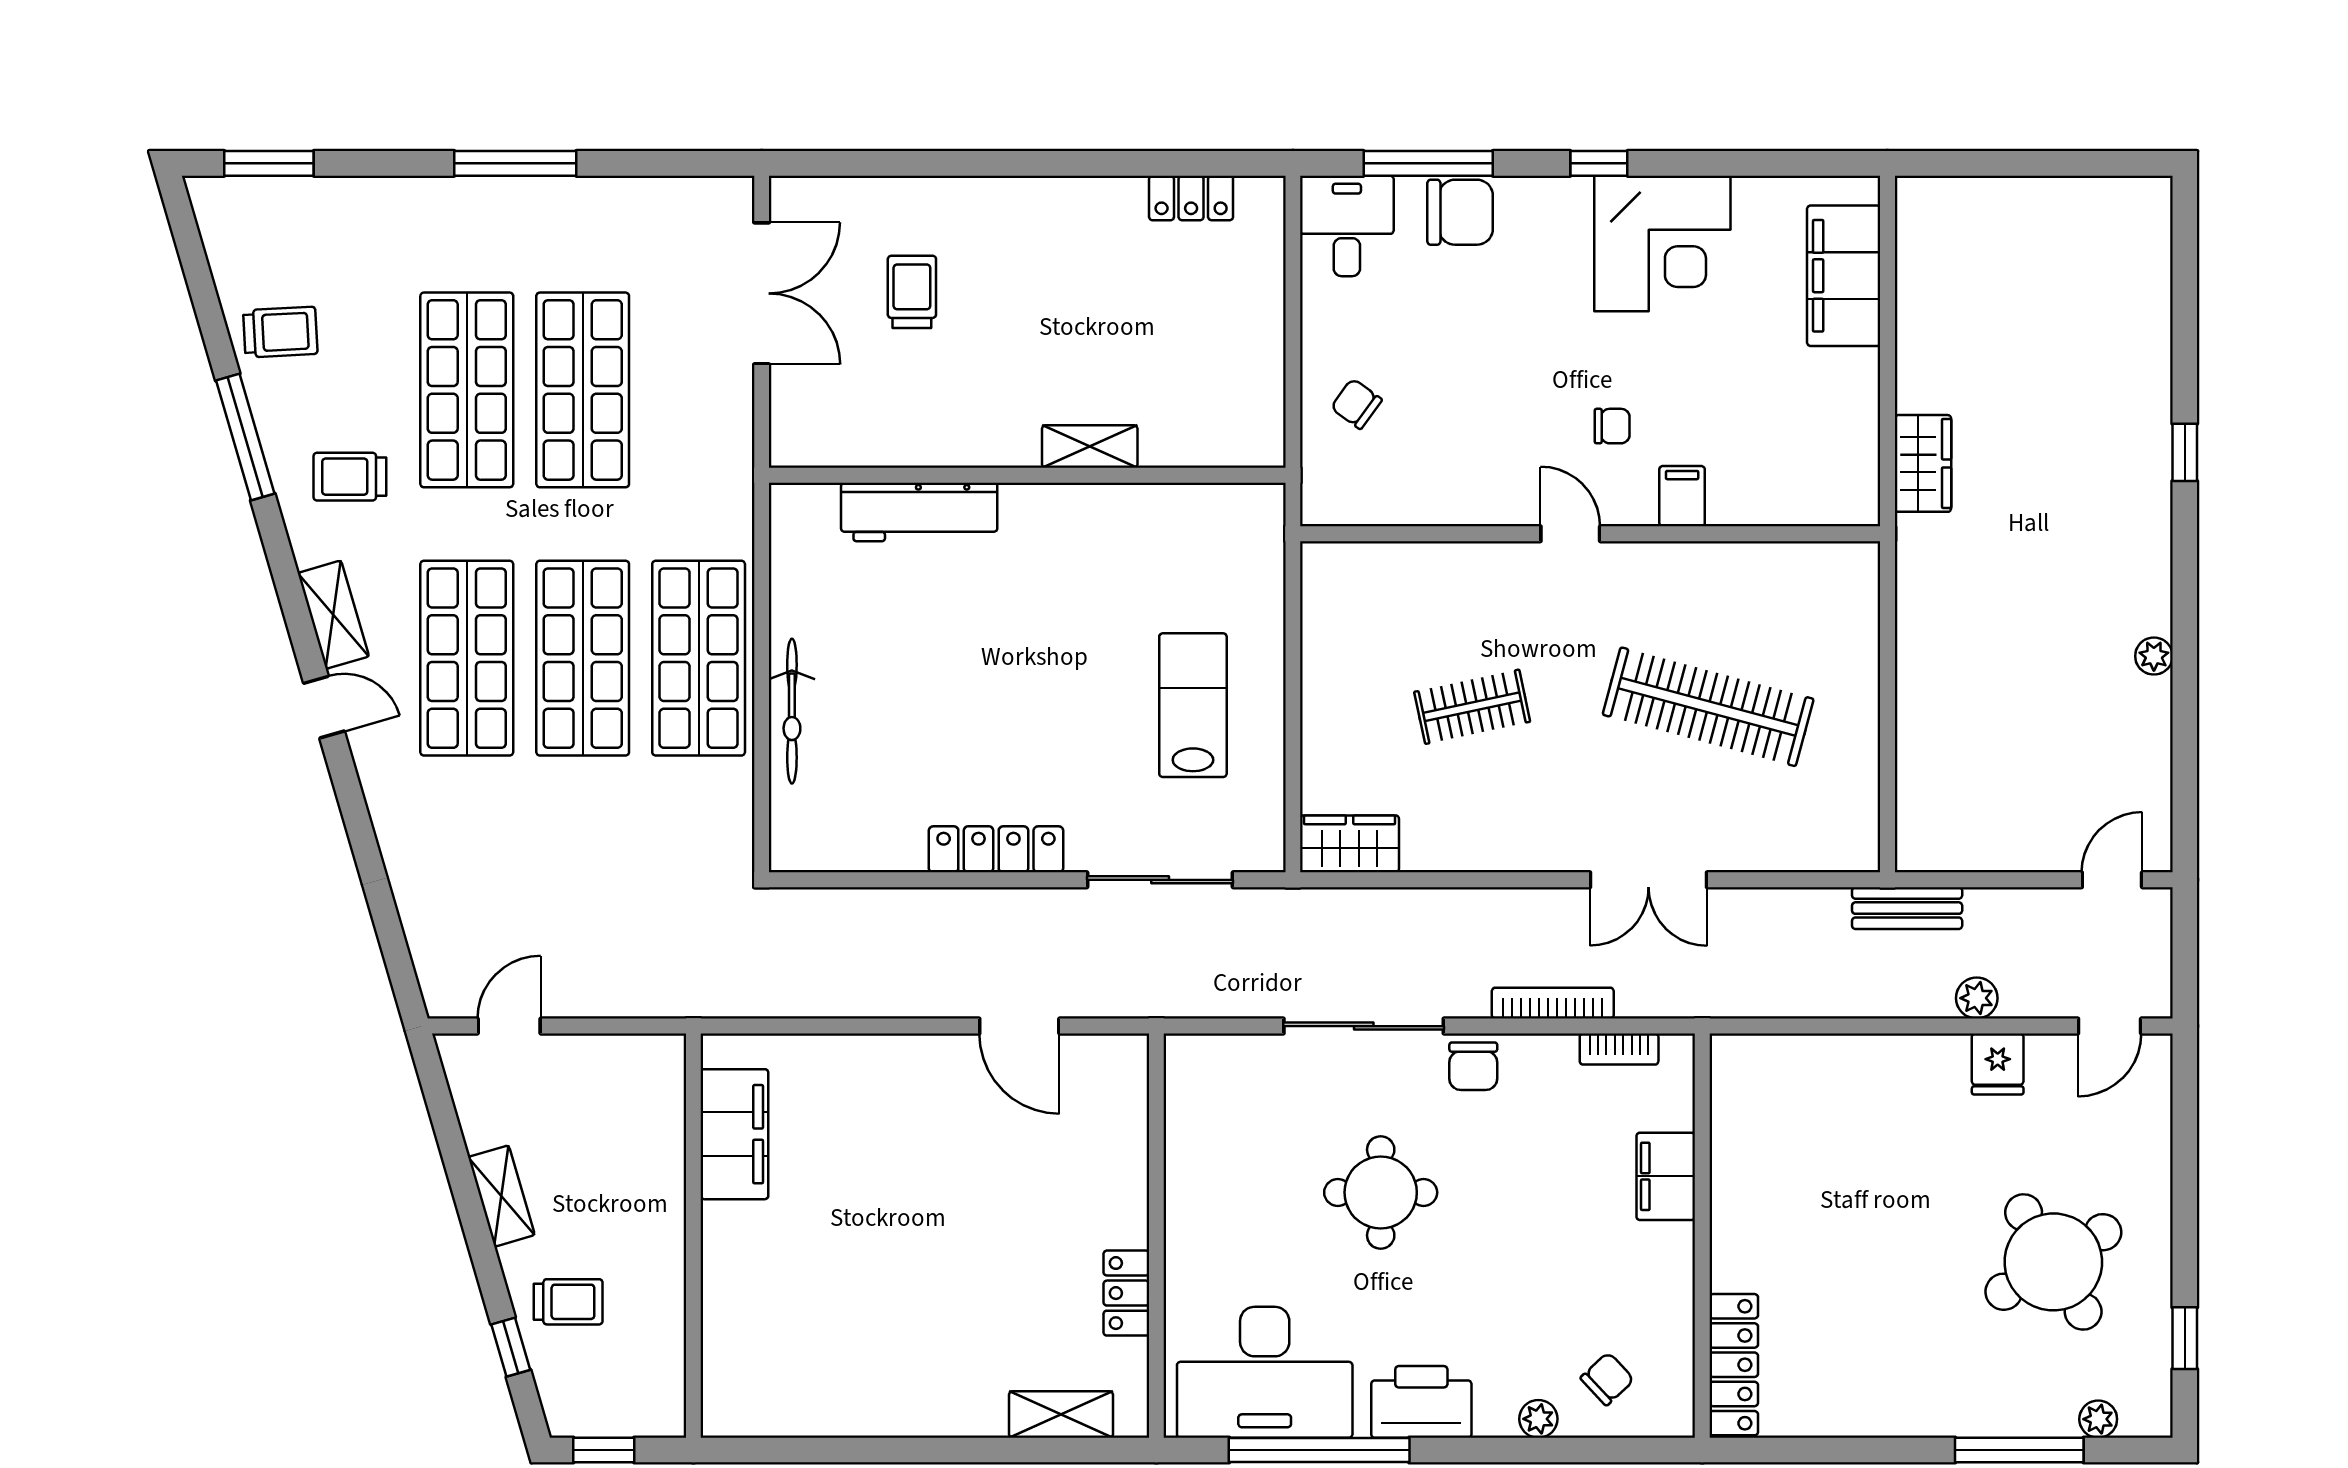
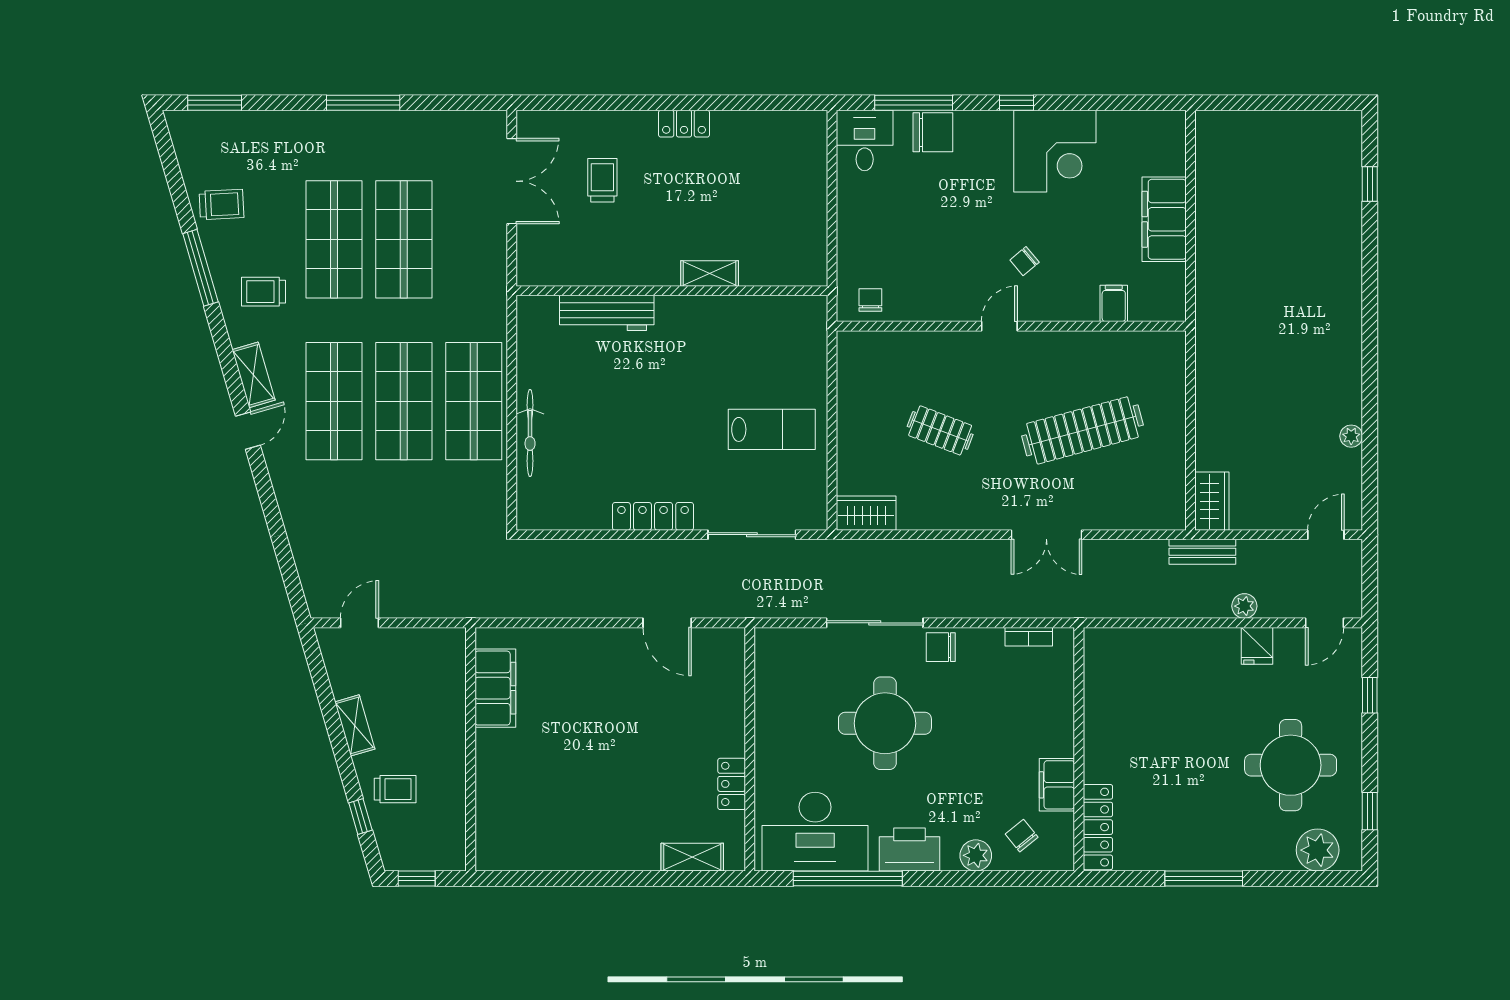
locker: (1191, 198) -> (684, 124), moved
filing cabinet: (1844, 276) -> (1164, 219), moved
chair: (1356, 404) -> (870, 300), moved, turned 54
chair: (1612, 426) -> (1025, 261), turned 140
window: (2185, 452) -> (1370, 184), moved
wardrobe: (1923, 463) -> (1212, 501), moved
filing cabinet: (1682, 496) -> (1114, 303), moved
door: (1570, 534) -> (999, 326), hinge flipped
plant: (2154, 656) -> (1351, 436), moved
lab bench: (1193, 705) -> (772, 429), turned 90
door: (324, 707) -> (248, 431), hinge flipped
clothes rail: (1472, 707) -> (940, 430), turned 33
clothes rail: (1708, 707) -> (1082, 430), turned -30
bookcase: (1553, 1003) -> (989, 609), removed
chair: (1473, 1066) -> (941, 647), turned 90
window: (2185, 1146) -> (1370, 695), added
filing cabinet: (1666, 1176) -> (1057, 785), moved
round table: (1381, 1192) -> (885, 723), width x1.36, depth x1.36
round table: (2053, 1262) -> (1291, 765), turned 31
chair: (1607, 1379) -> (1022, 836), turned -86
plant: (1538, 1419) -> (976, 855), width x1.38, depth x1.38
plant: (2098, 1419) -> (1318, 850), width x1.87, depth x1.87
window: (2019, 1450) -> (1204, 879), moved

